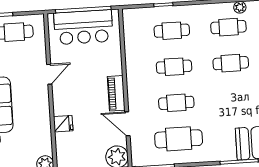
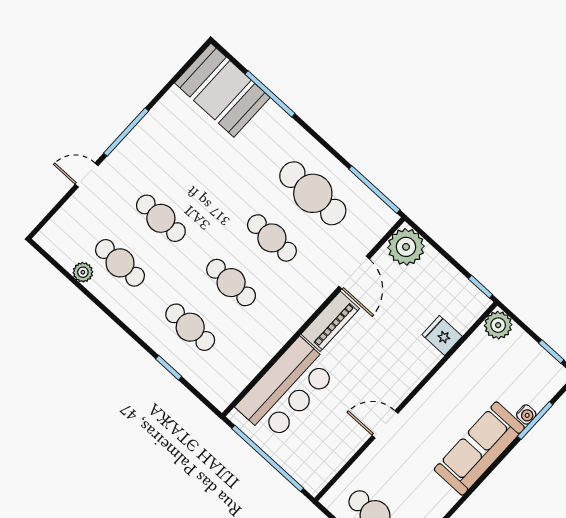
bar counter: (83, 27) -> (287, 389), moved, turned 90
fridge: (63, 124) -> (442, 335), moved

